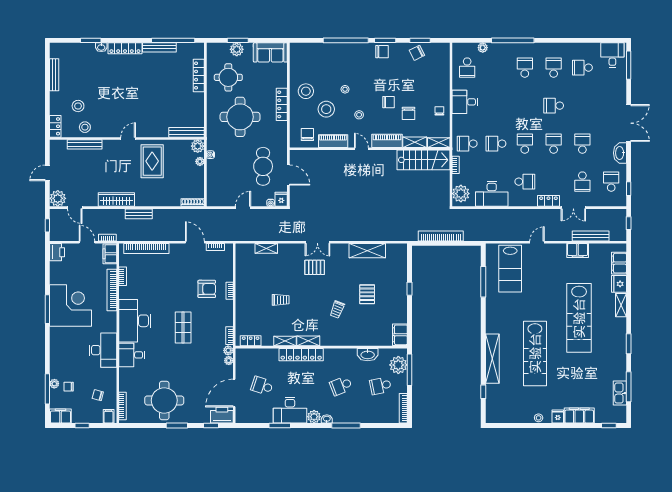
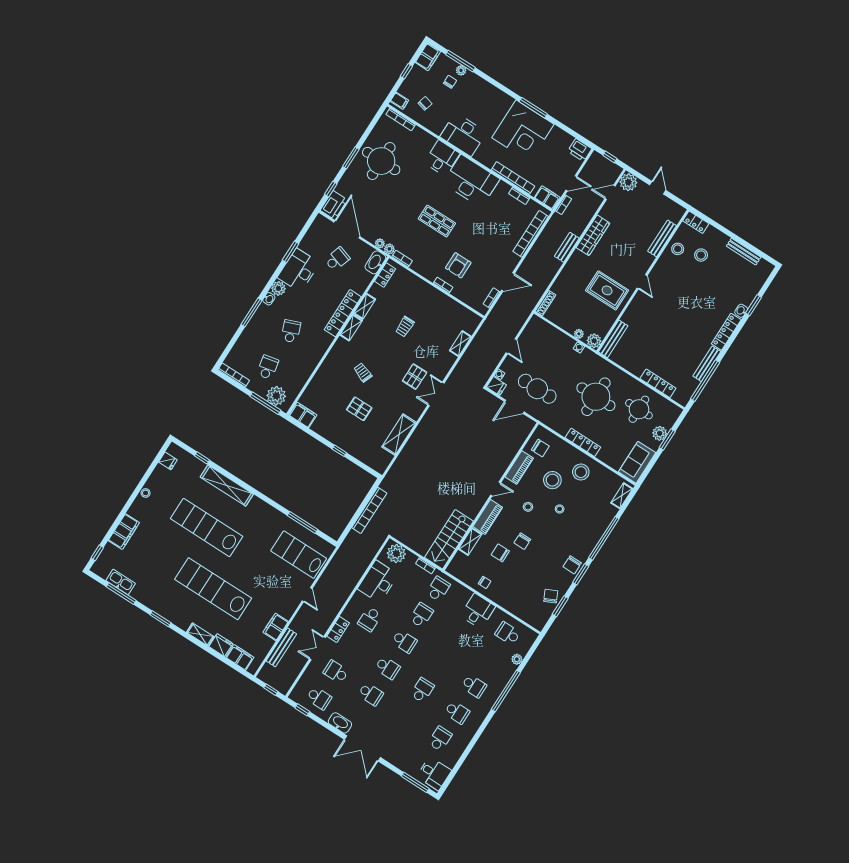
shelving: (439, 143) -> (622, 496), moved
washbasin: (368, 355) -> (375, 262), moved
fridge: (558, 417) -> (168, 461), moved

